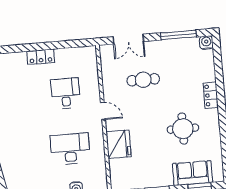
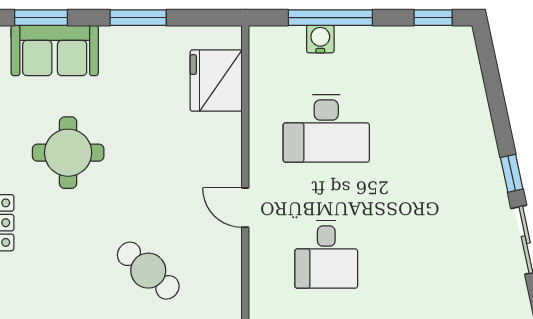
cafe table: (143, 80) -> (148, 271), turned 41
fridge: (119, 144) -> (216, 81), moved

